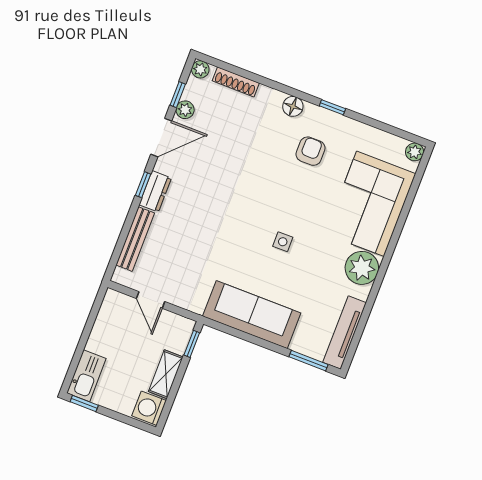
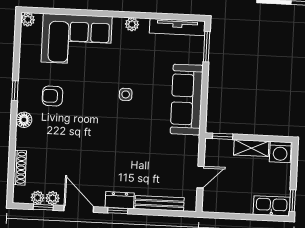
plant: (200, 69) -> (38, 198), moved
plant: (362, 268) -> (132, 24), width x0.53, depth x0.53

